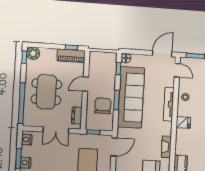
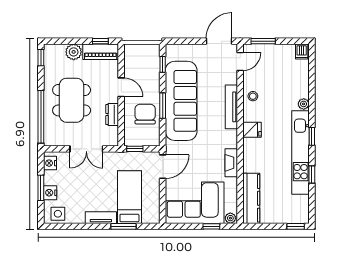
plant: (33, 53) -> (74, 52), moved
floor lamp: (126, 58) -> (172, 50), removed
door: (177, 70) -> (240, 62), hinge flipped
door: (86, 84) -> (121, 87), swing flipped
dresser: (77, 116) -> (112, 115), moved

